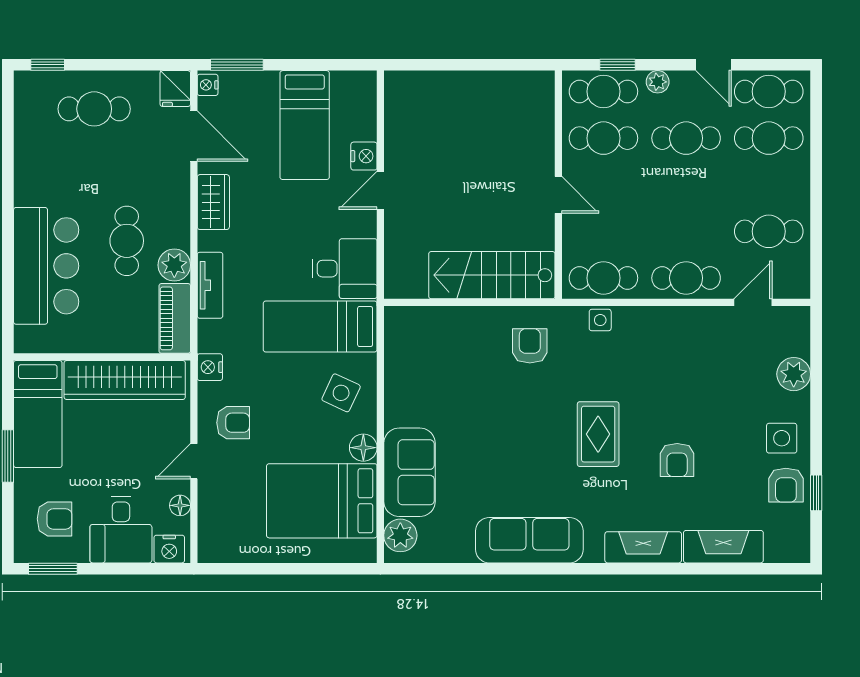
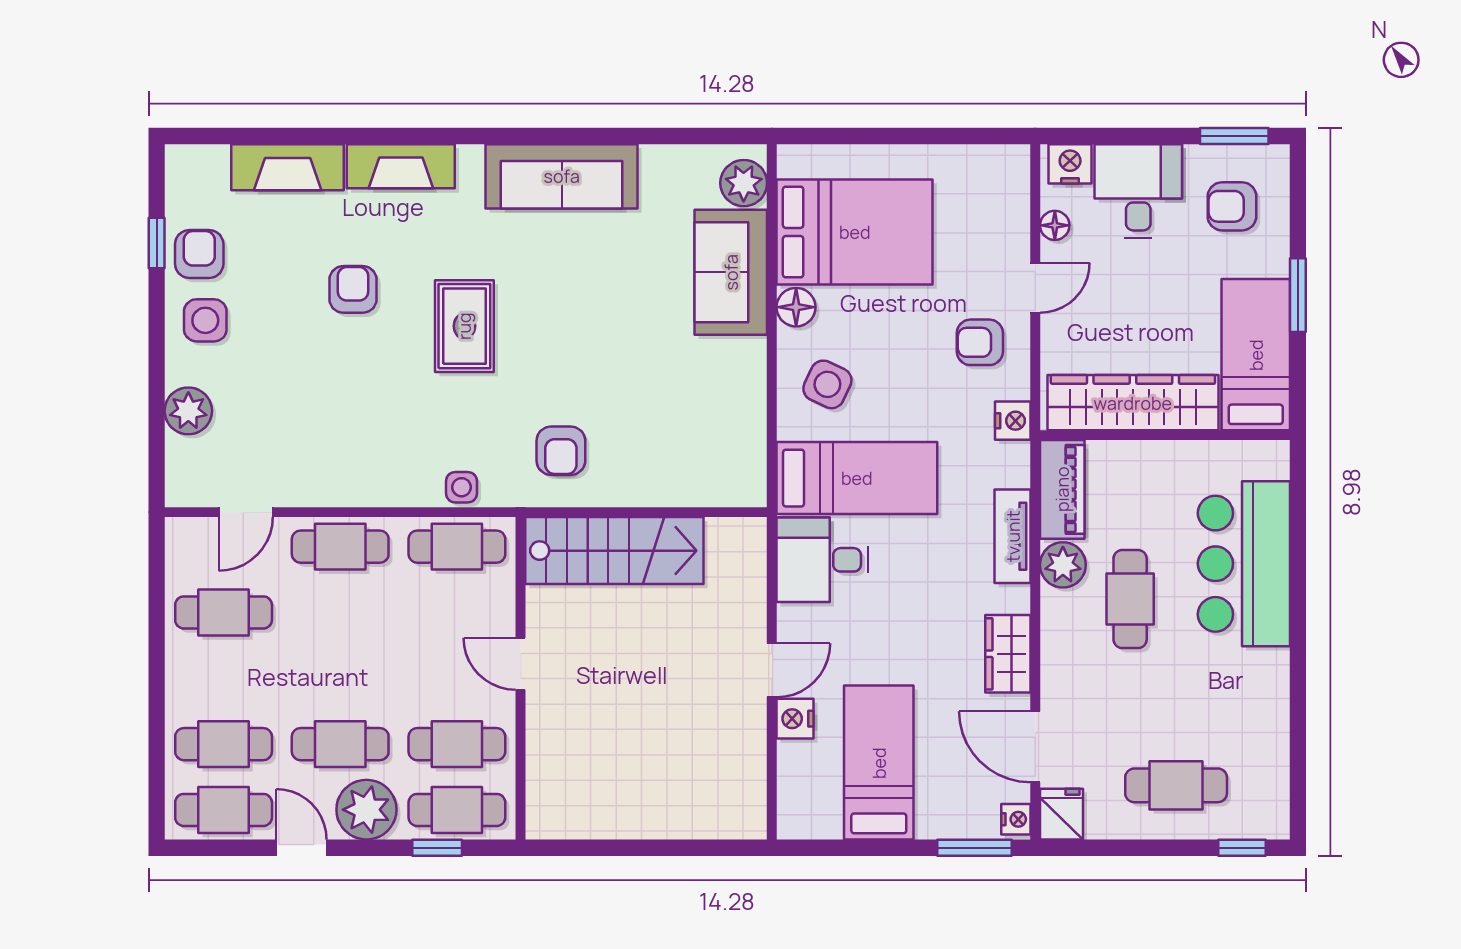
plant: (658, 82) -> (366, 810), width x1.88, depth x1.88

